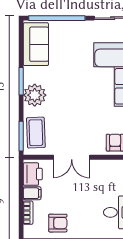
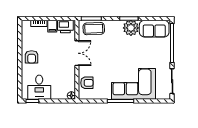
plant: (35, 95) -> (131, 28), moved
double door: (72, 157) -> (77, 53), swing flipped
armchair: (58, 223) -> (32, 57), moved

